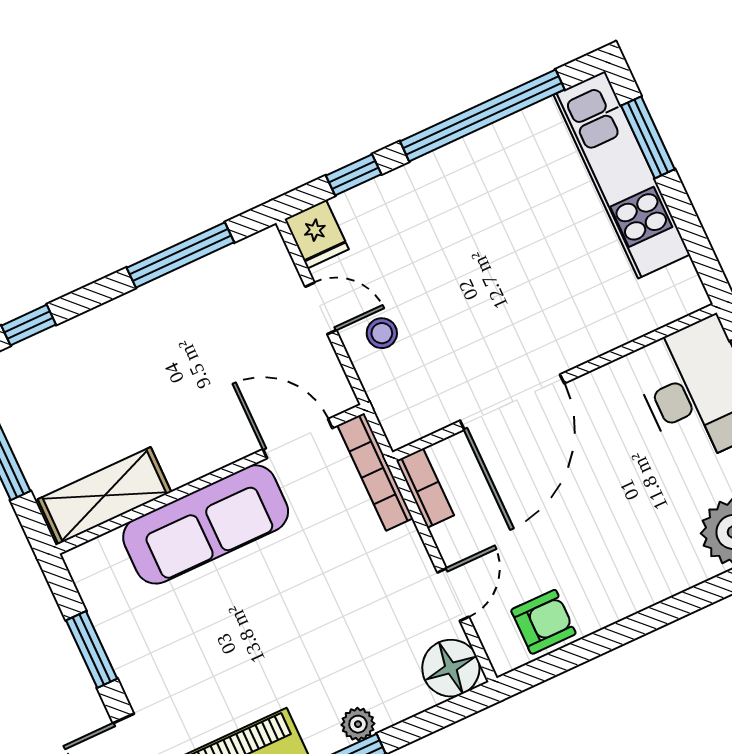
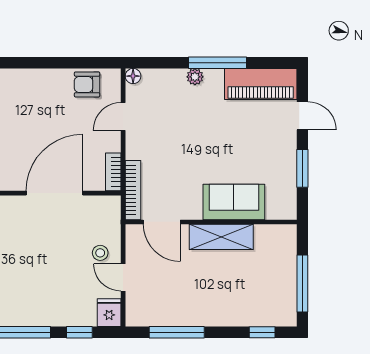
shelving: (105, 496) -> (221, 237), moved
sofa: (206, 524) -> (234, 202), width x0.73
floor lamp: (451, 668) -> (133, 76), width x0.53, depth x0.53

